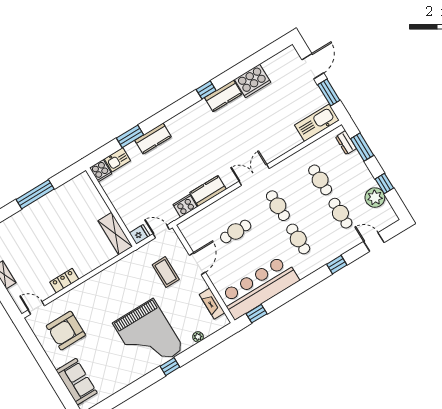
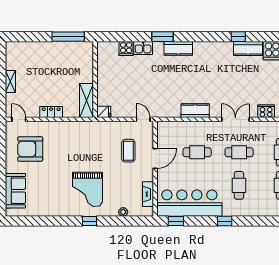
cooker: (185, 206) -> (266, 111), moved
cafe table: (278, 206) -> (239, 152), turned 90
wall: (111, 207) -> (95, 80), moved
shelving: (115, 234) -> (87, 101), moved
fridge: (140, 234) -> (104, 112), moved
window: (337, 265) -> (225, 221), moved
grand piano: (148, 336) -> (87, 189), width x0.73, depth x0.68

